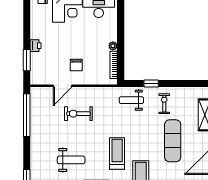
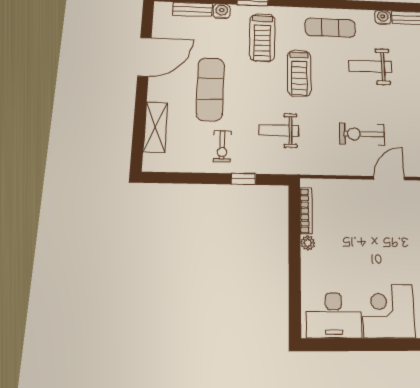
chair: (76, 65) -> (368, 211), removed
weight bench: (131, 100) -> (279, 130), moved, turned 180
exercise bike: (78, 114) -> (362, 134), turned 180

